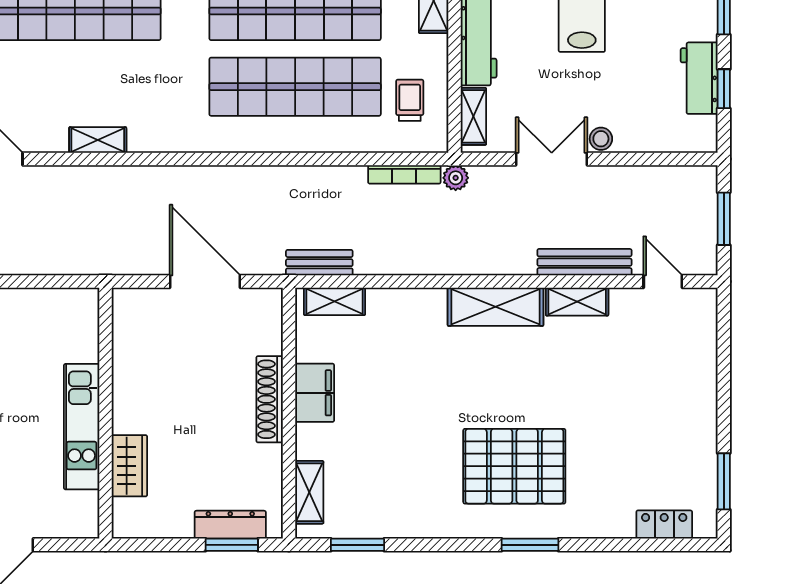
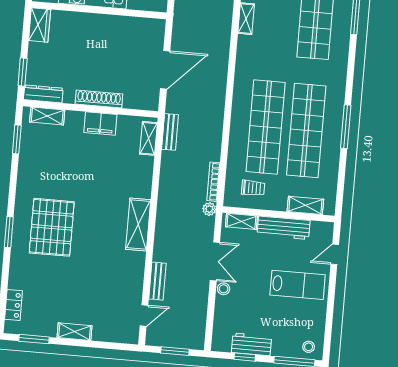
bench: (584, 262) -> (157, 281), width x0.73
shelving: (577, 302) -> (75, 332), moved, turned 90
wardrobe: (129, 466) -> (40, 25), moved, turned -90
dresser: (230, 525) -> (43, 94), moved, turned -90

